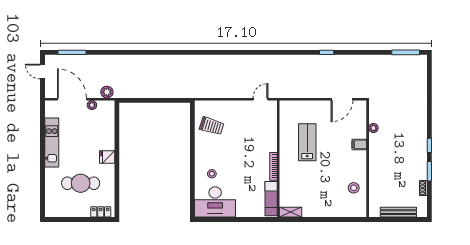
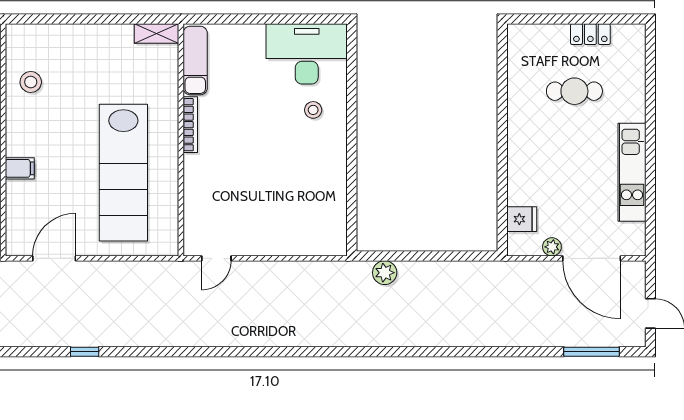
plant: (107, 92) -> (385, 273), moved
trolley: (212, 126) -> (314, 205), removed
lab bench: (307, 142) -> (123, 173), width x1.86, depth x1.39
fridge: (107, 157) -> (522, 219), moved
cafe table: (81, 183) -> (574, 91), width x0.73, depth x0.74
locker: (101, 212) -> (590, 34), moved

